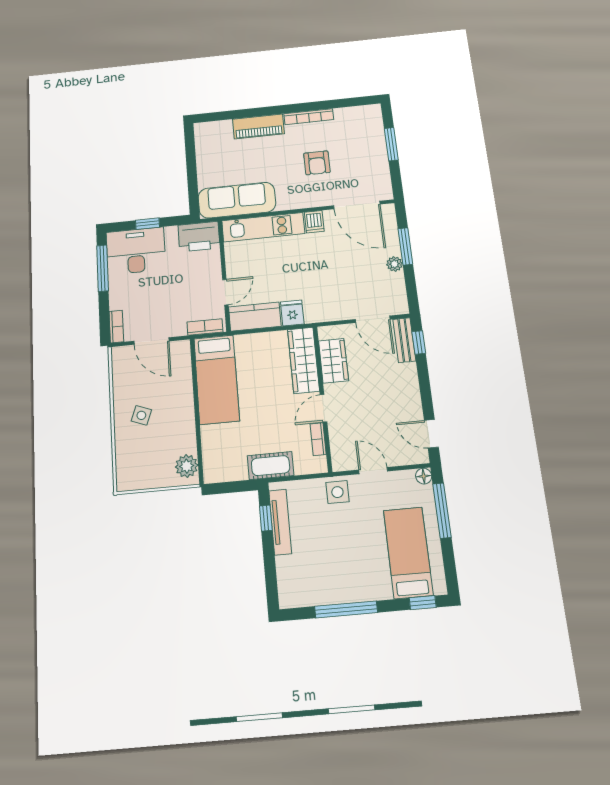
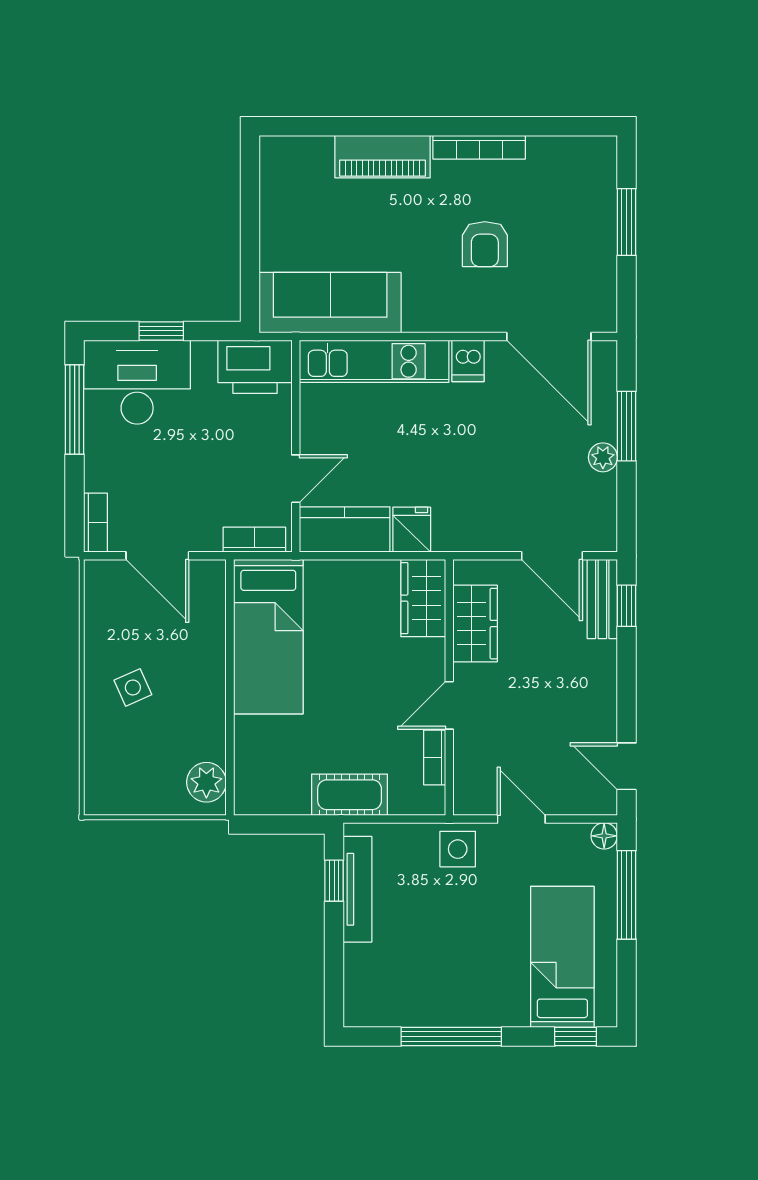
wardrobe: (303, 360) -> (423, 598), width x0.67
side table: (141, 415) -> (133, 687), turned 45

